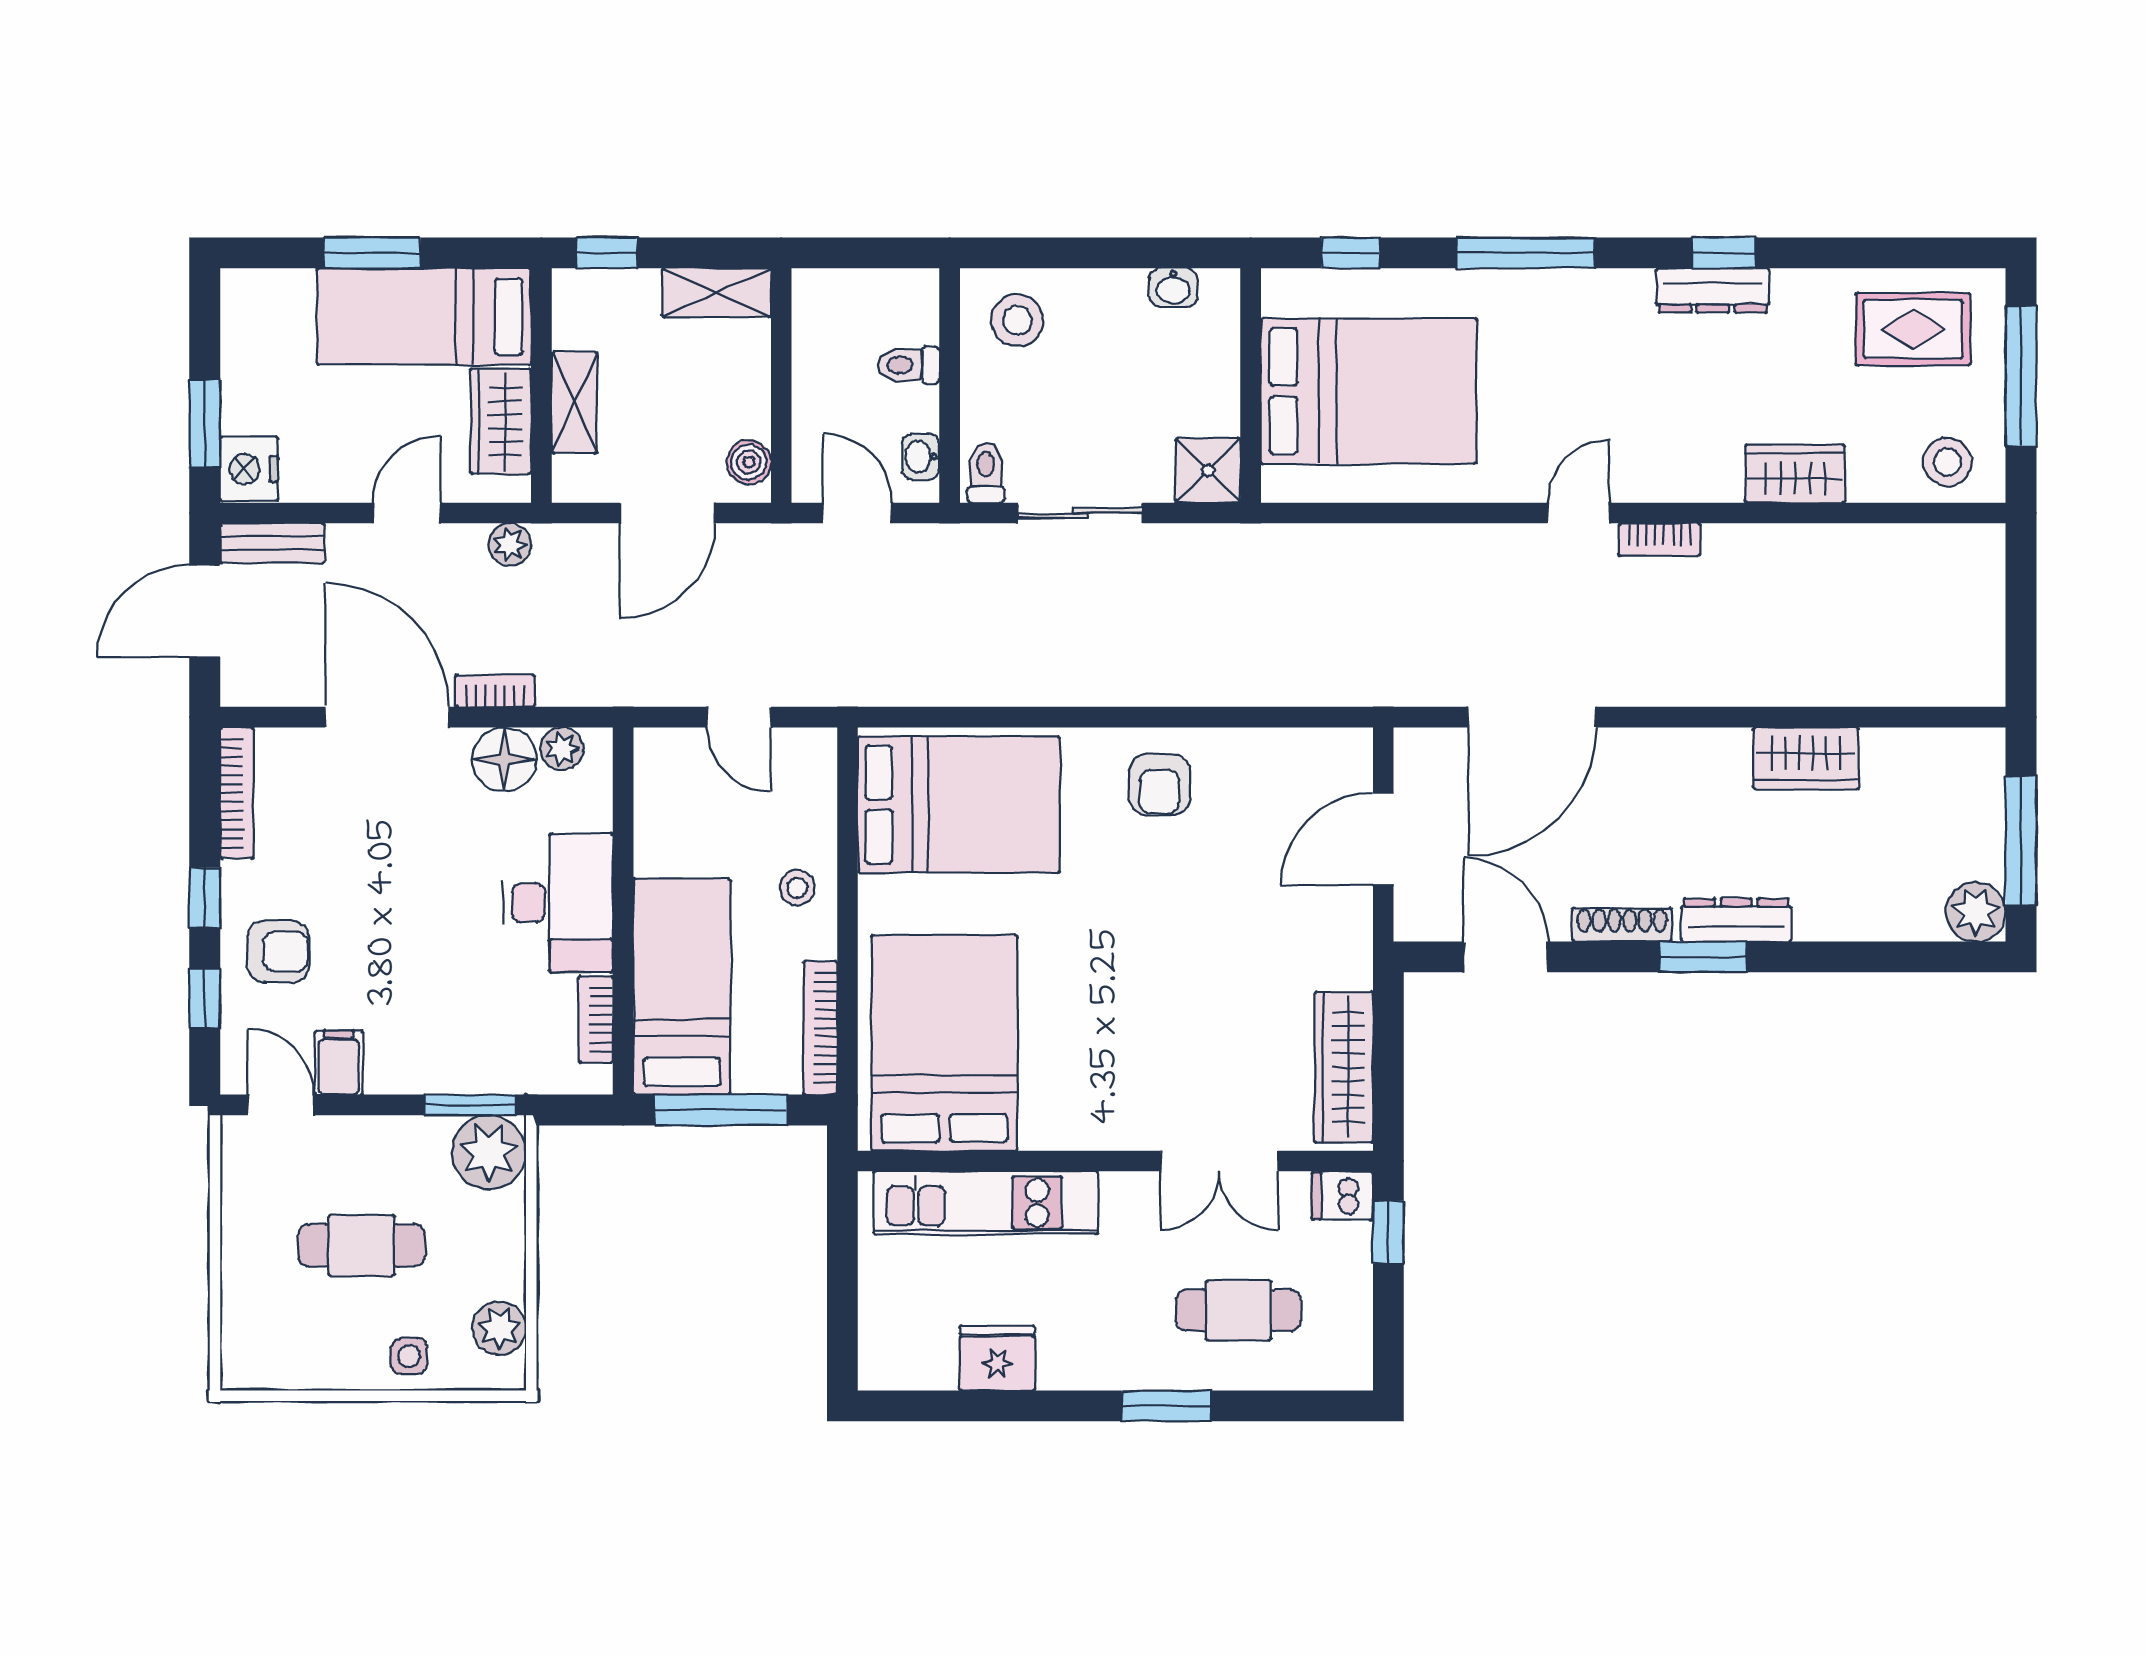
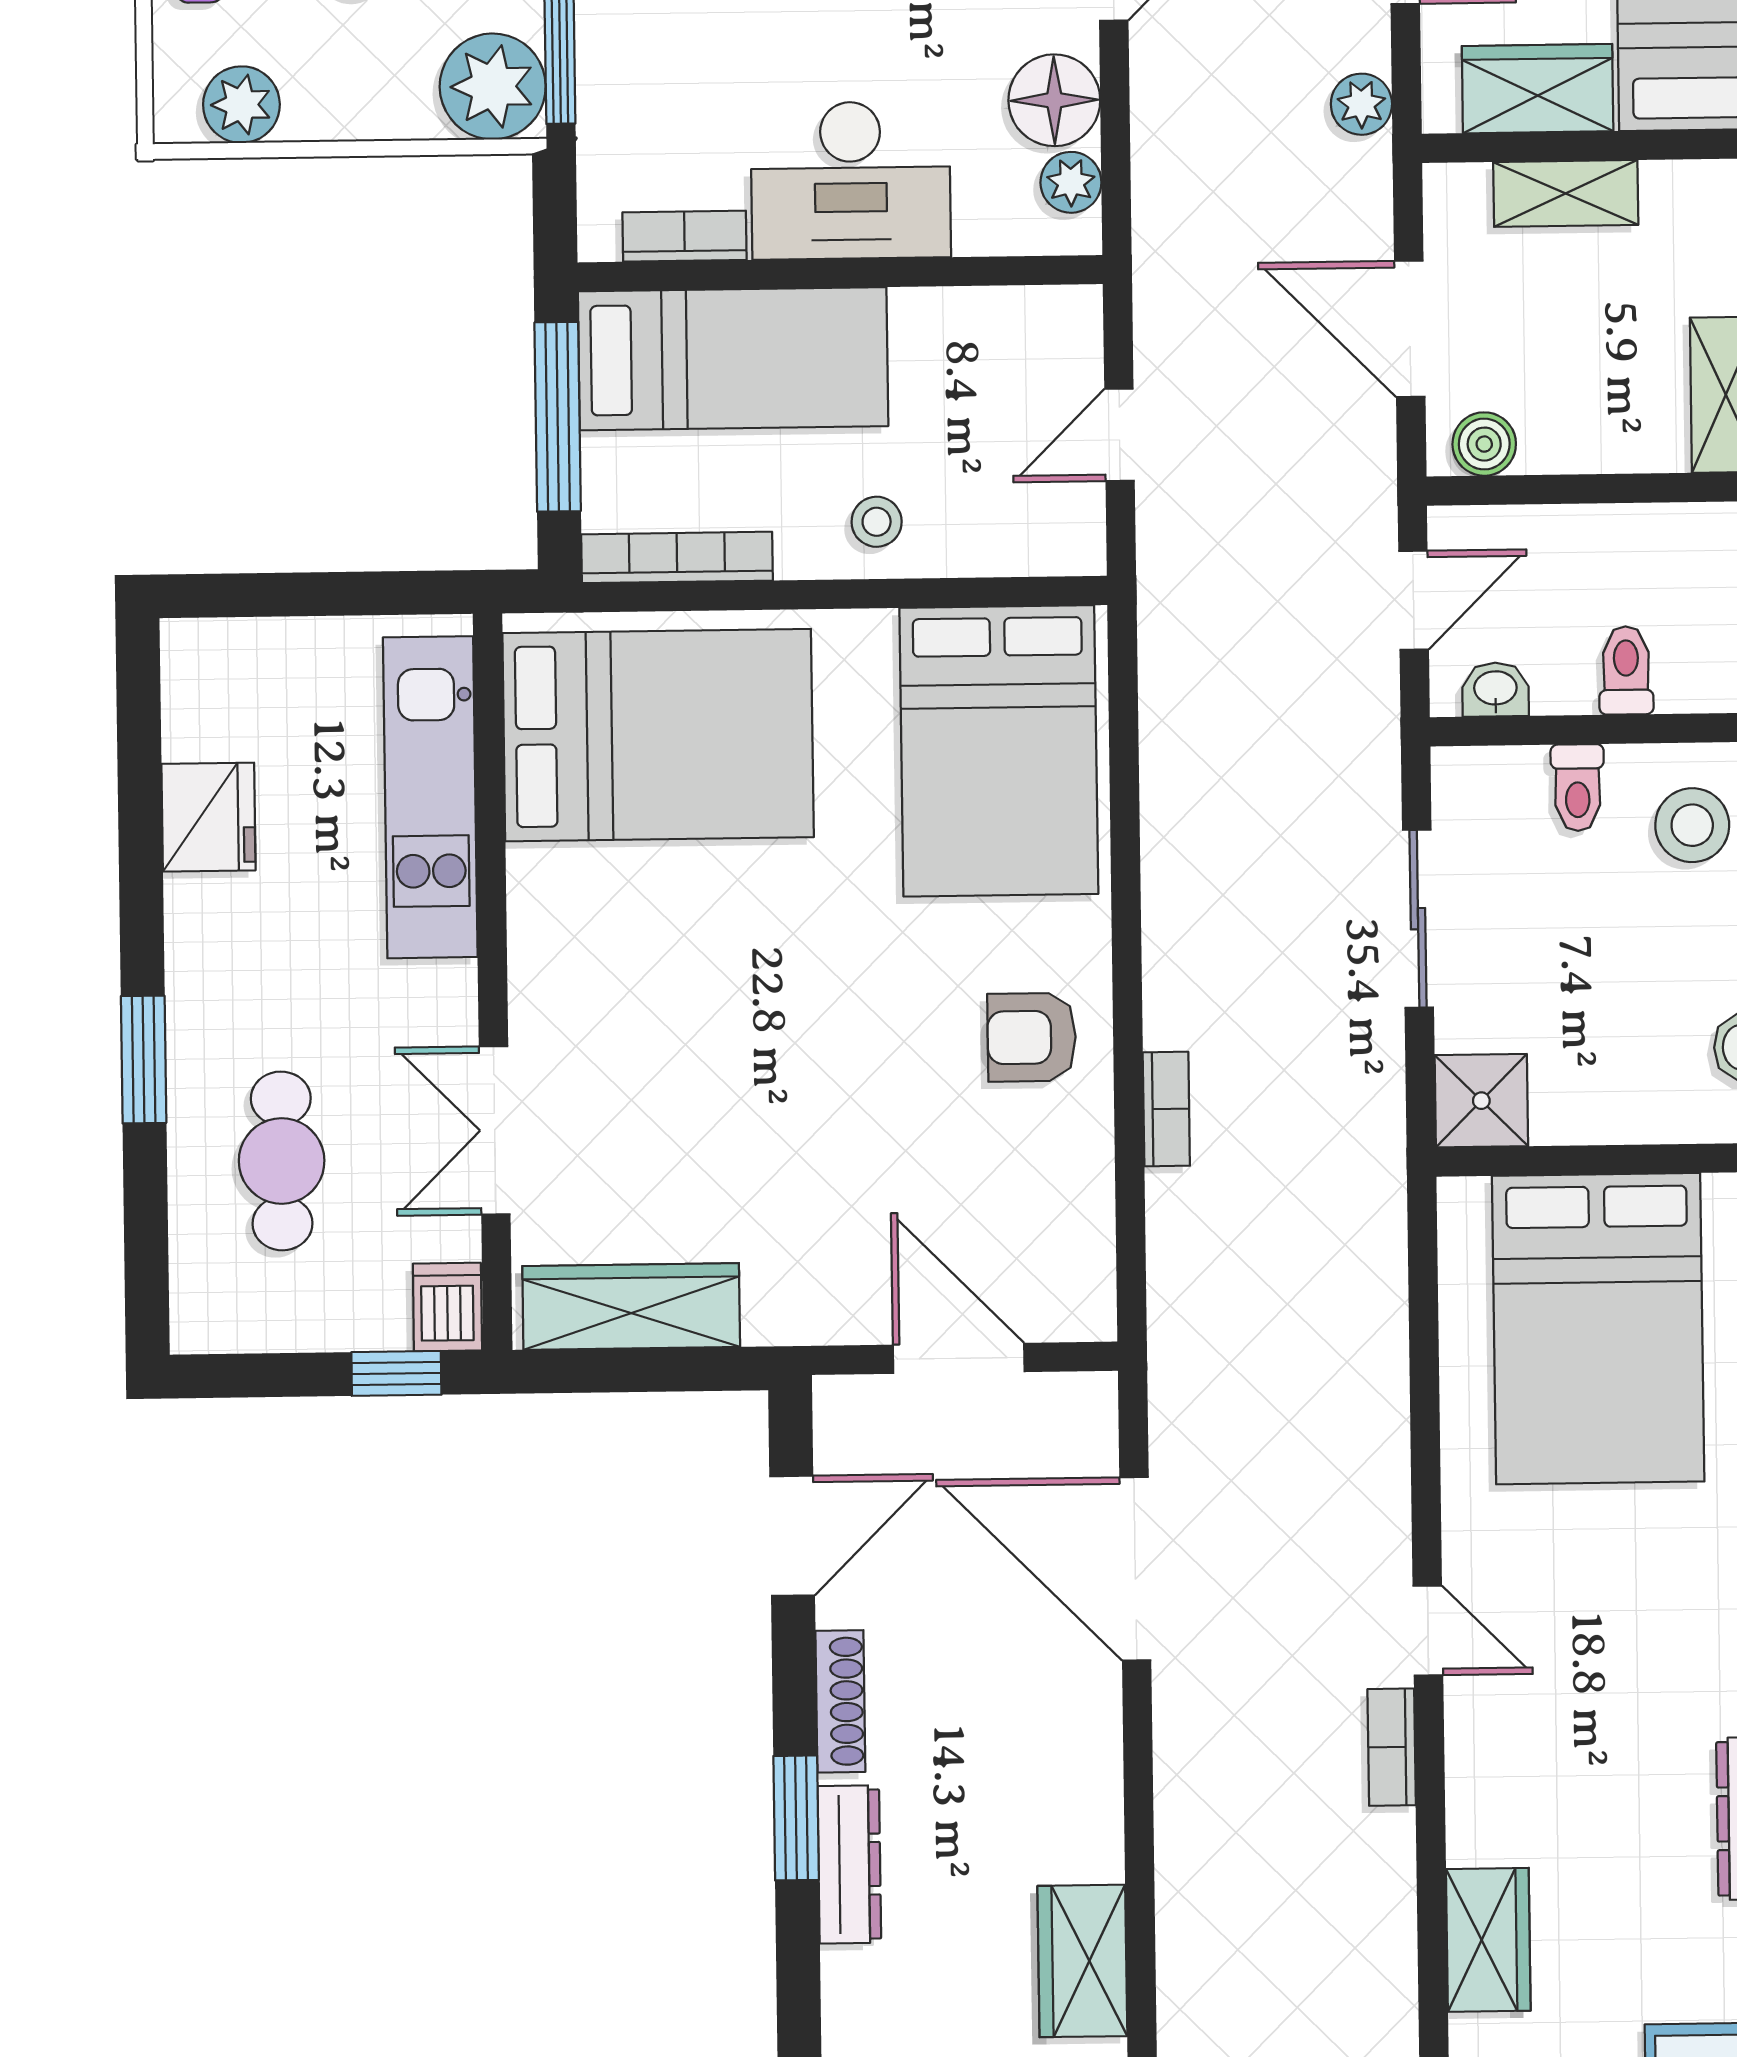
toilet: (986, 473) -> (1578, 788), moved, turned 90
bookcase: (495, 691) -> (1166, 1109), moved

